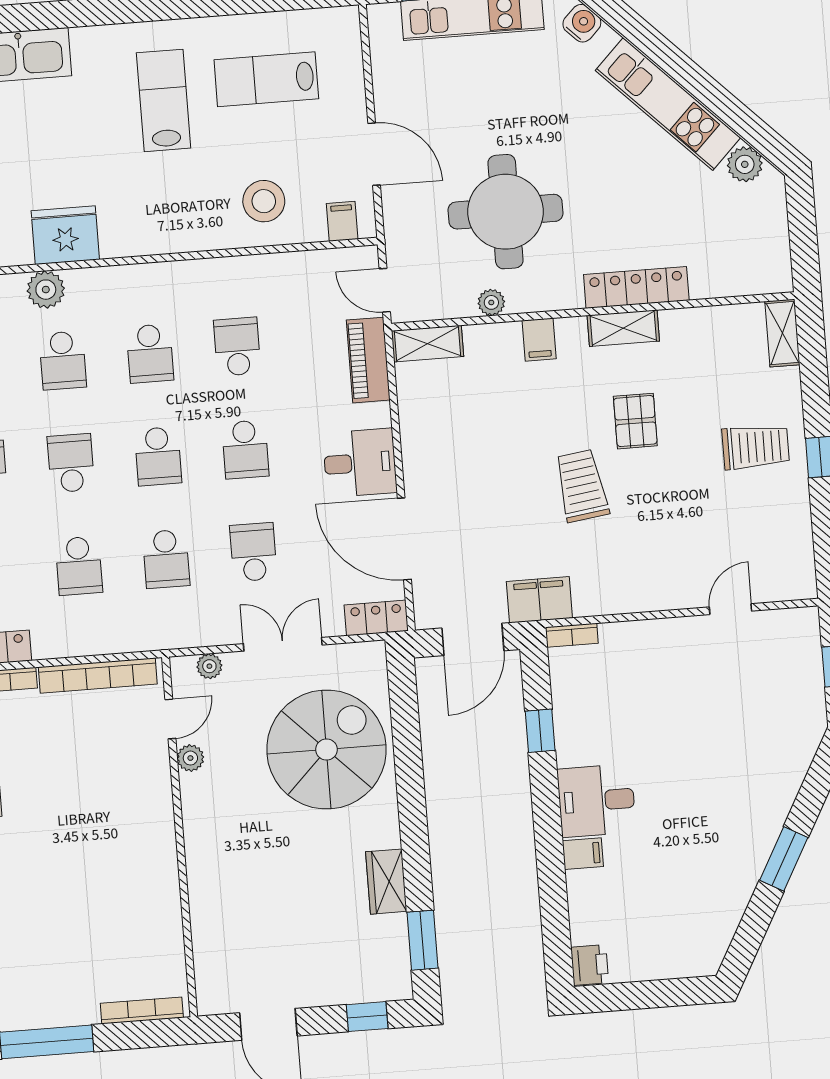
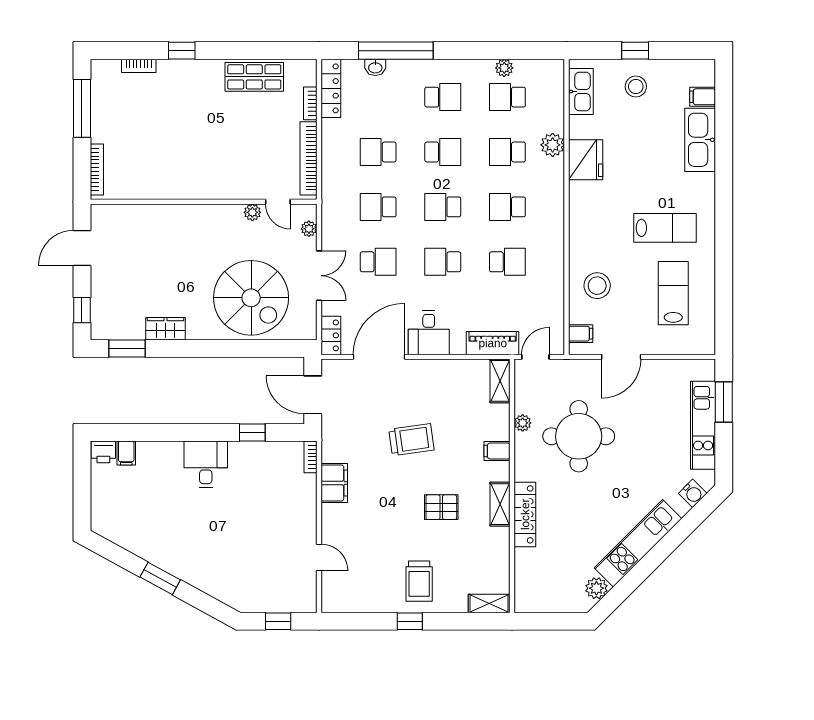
trolley: (582, 486) -> (411, 440), moved
filing cabinet: (539, 600) -> (334, 483), moved
filing cabinet: (583, 854) -> (126, 453), moved

